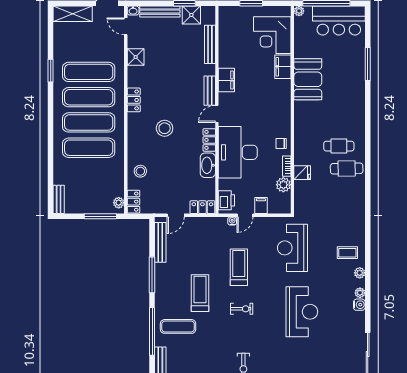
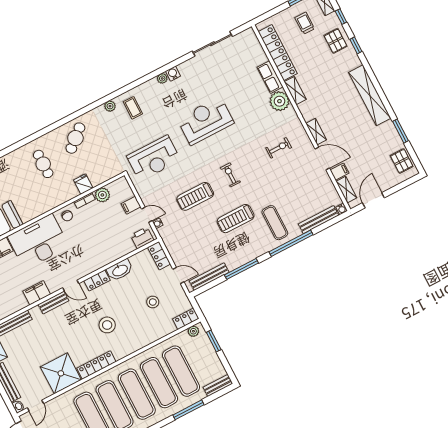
shower: (136, 57) -> (61, 373), width x1.86, depth x1.86
locker: (134, 100) -> (96, 365), width x1.53
desk: (238, 152) -> (38, 242), moved, turned 180
window: (51, 162) -> (188, 410), added
cafe table: (347, 169) -> (75, 138), moved, turned 50
stool: (140, 171) -> (153, 302), moved
exercise mat: (89, 173) -> (181, 371), added
window: (100, 216) -> (214, 341), width x0.69
plant: (360, 273) -> (110, 106), moved

